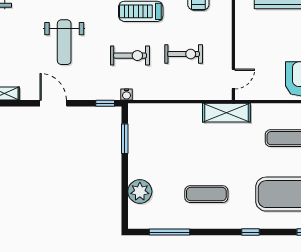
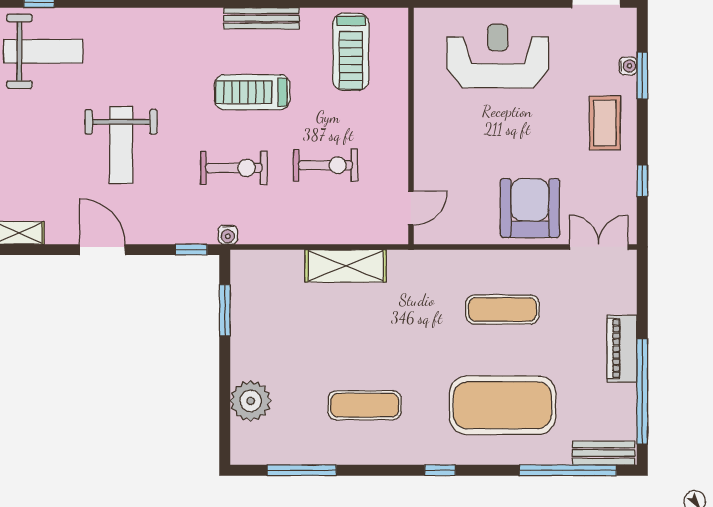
shelving: (226, 113) -> (346, 266), moved

